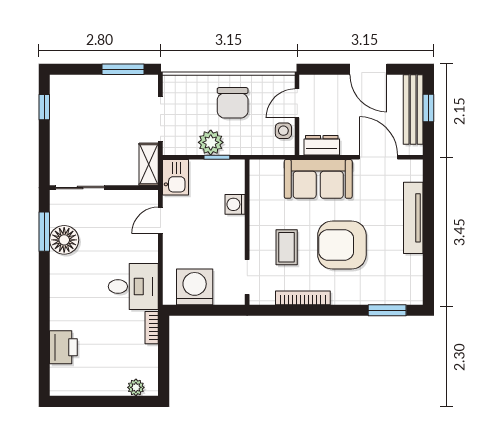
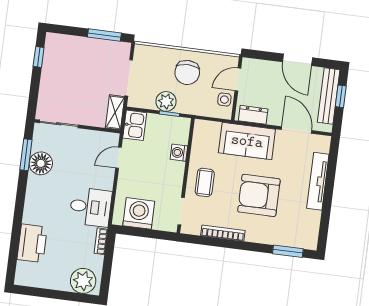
coffee table: (287, 247) -> (205, 182), moved
printer: (63, 347) -> (32, 243), width x1.37, depth x1.19
plant: (136, 387) -> (83, 281), width x1.87, depth x1.87

